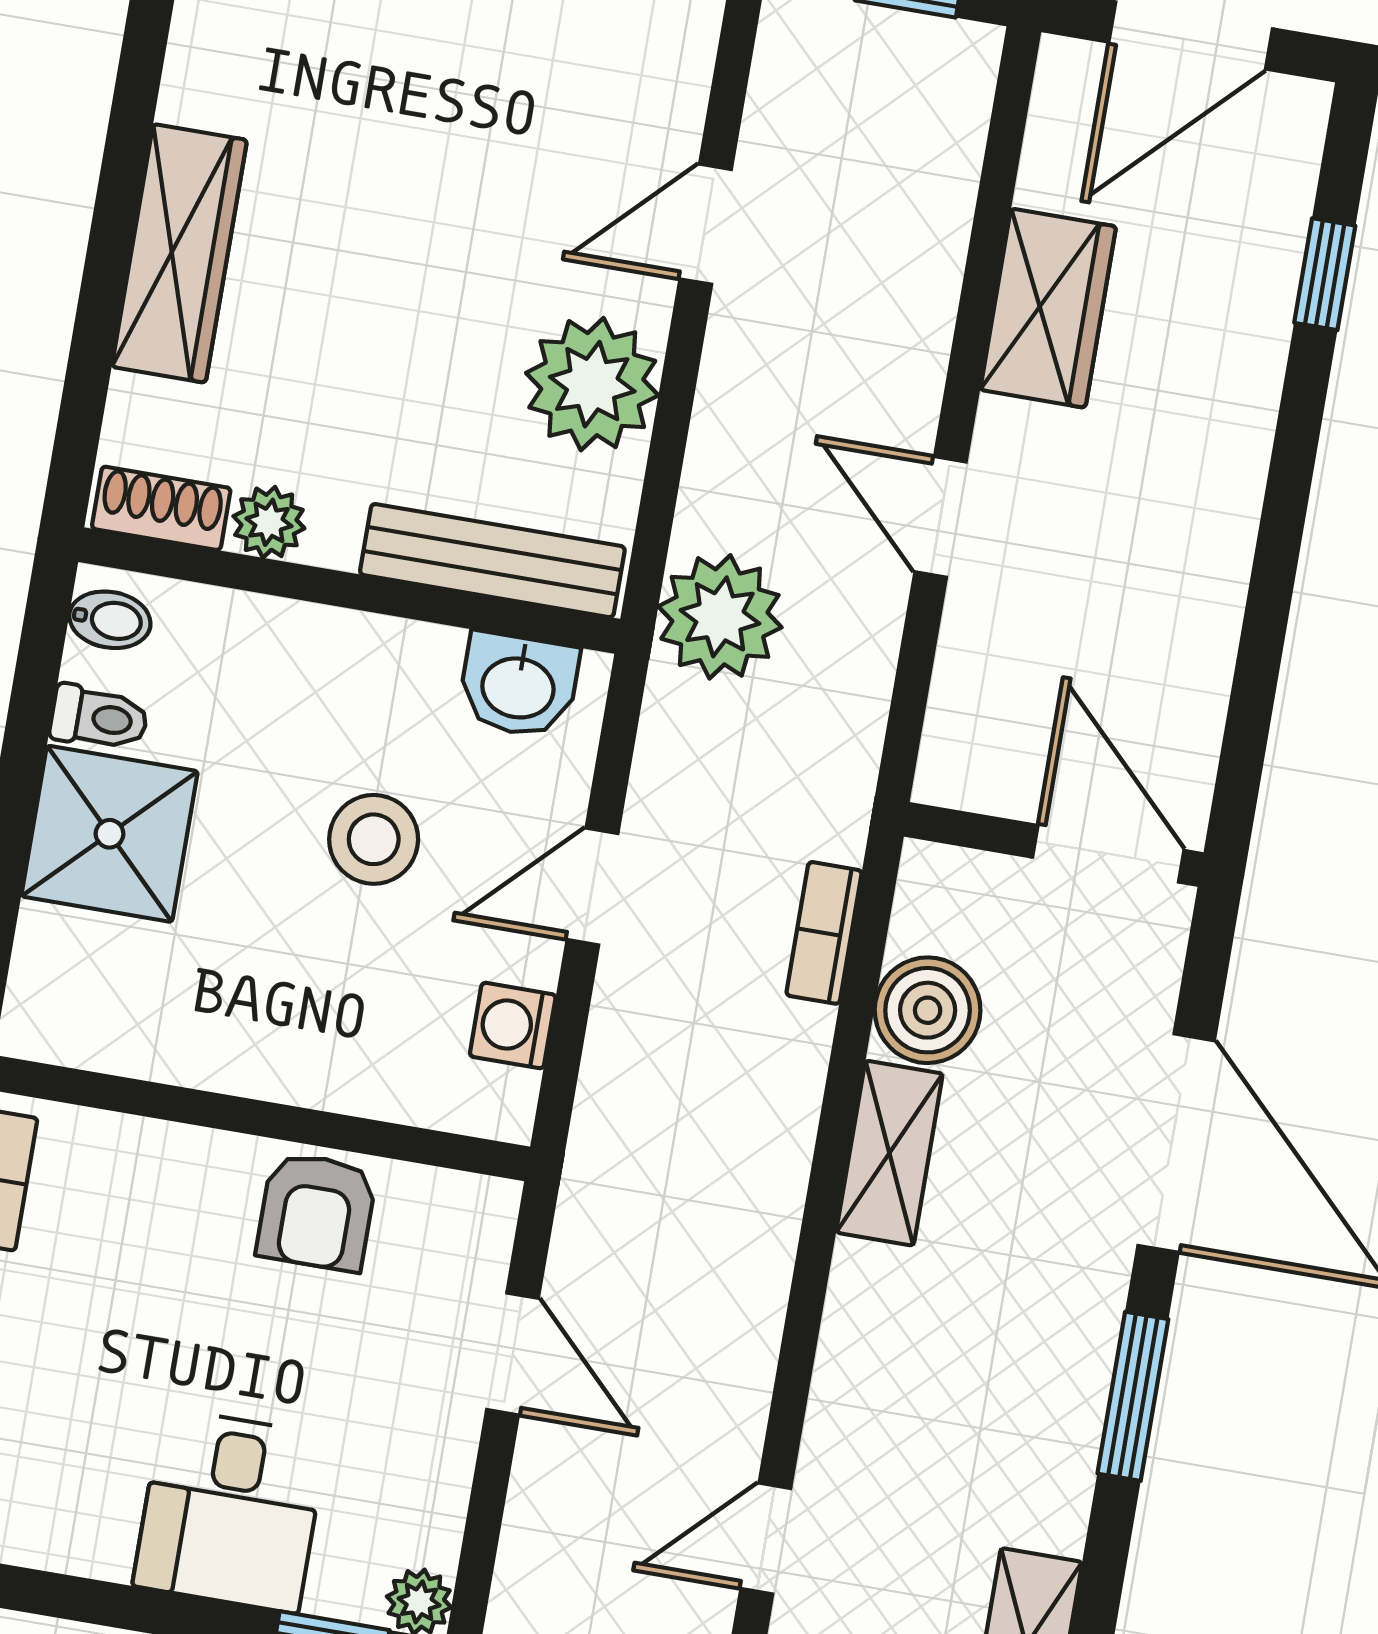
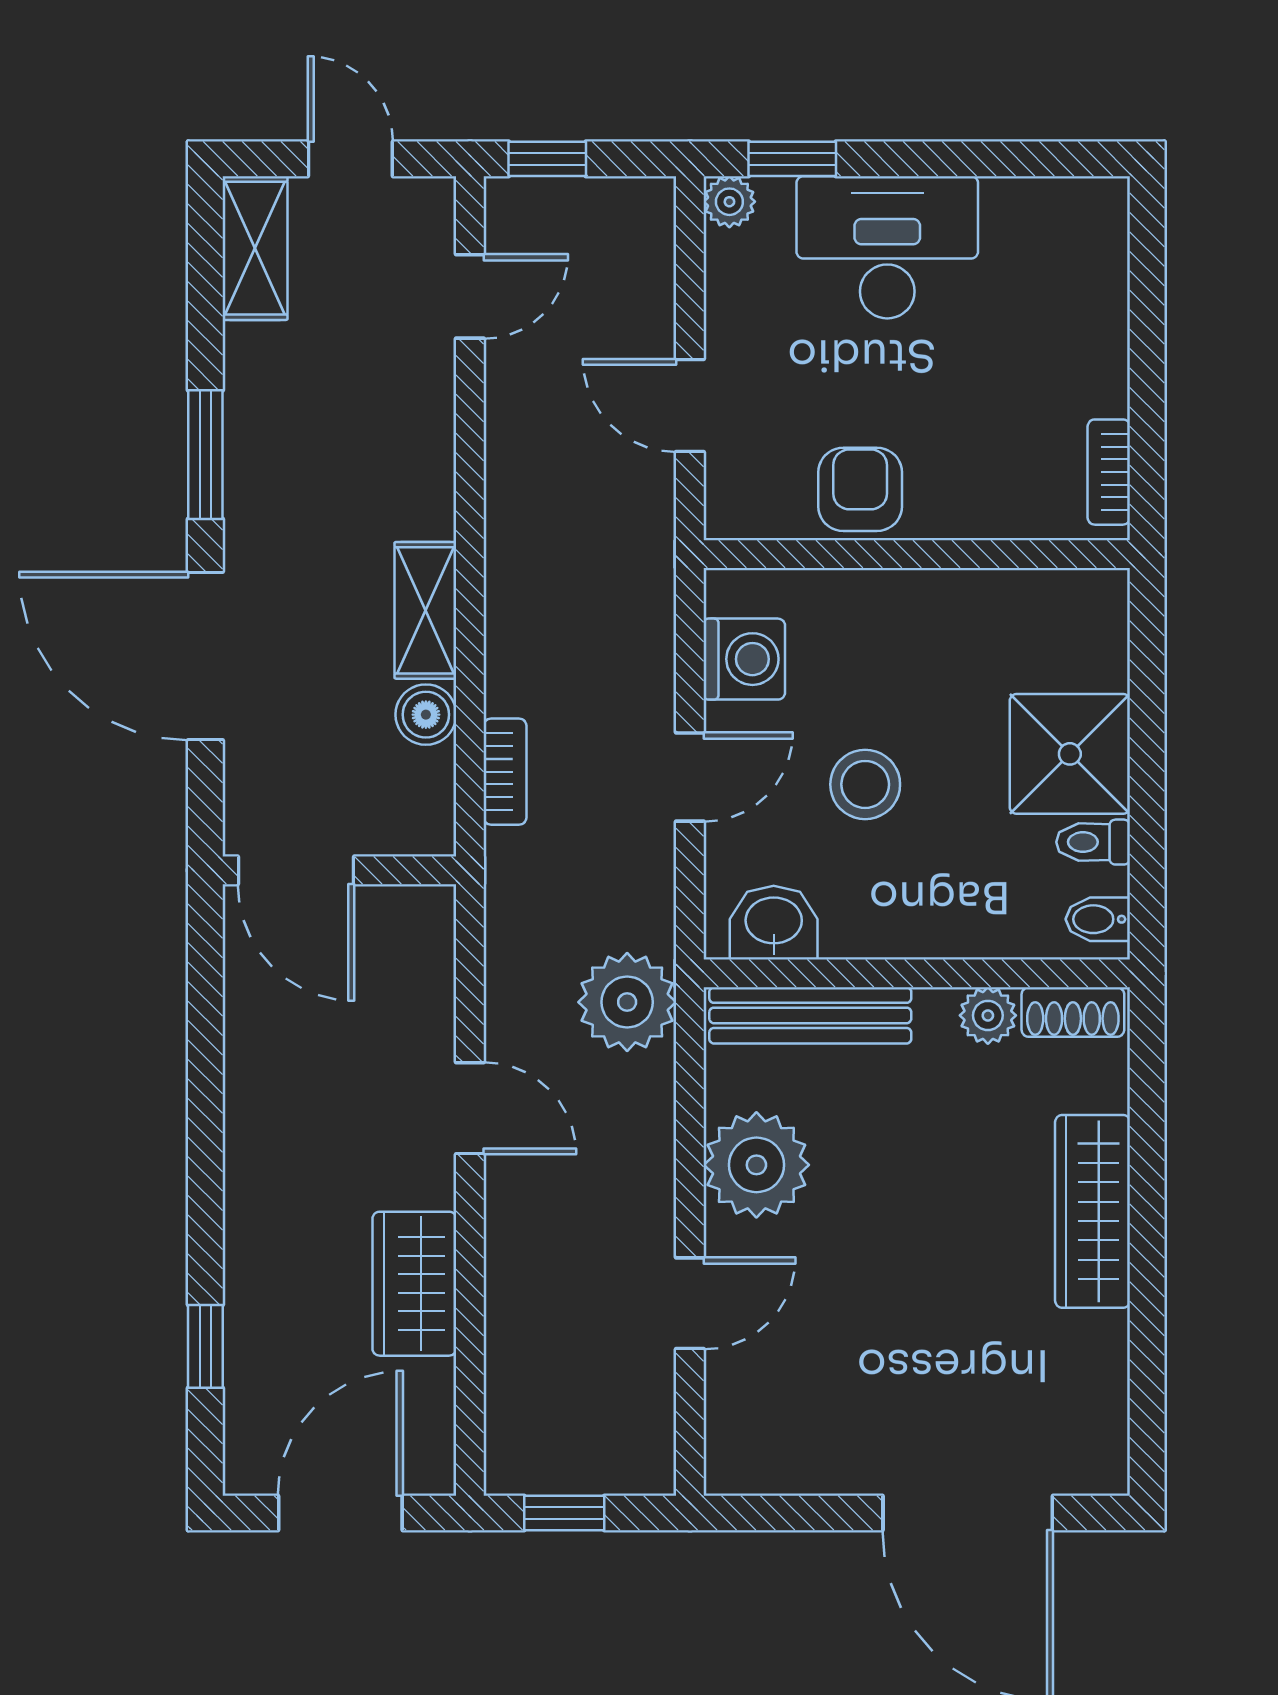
boiler: (928, 1010) -> (426, 715), width x0.73, depth x0.73
washing machine: (513, 1026) -> (744, 659), width x1.38, depth x1.38
desk: (230, 1510) -> (887, 247), width x1.37

